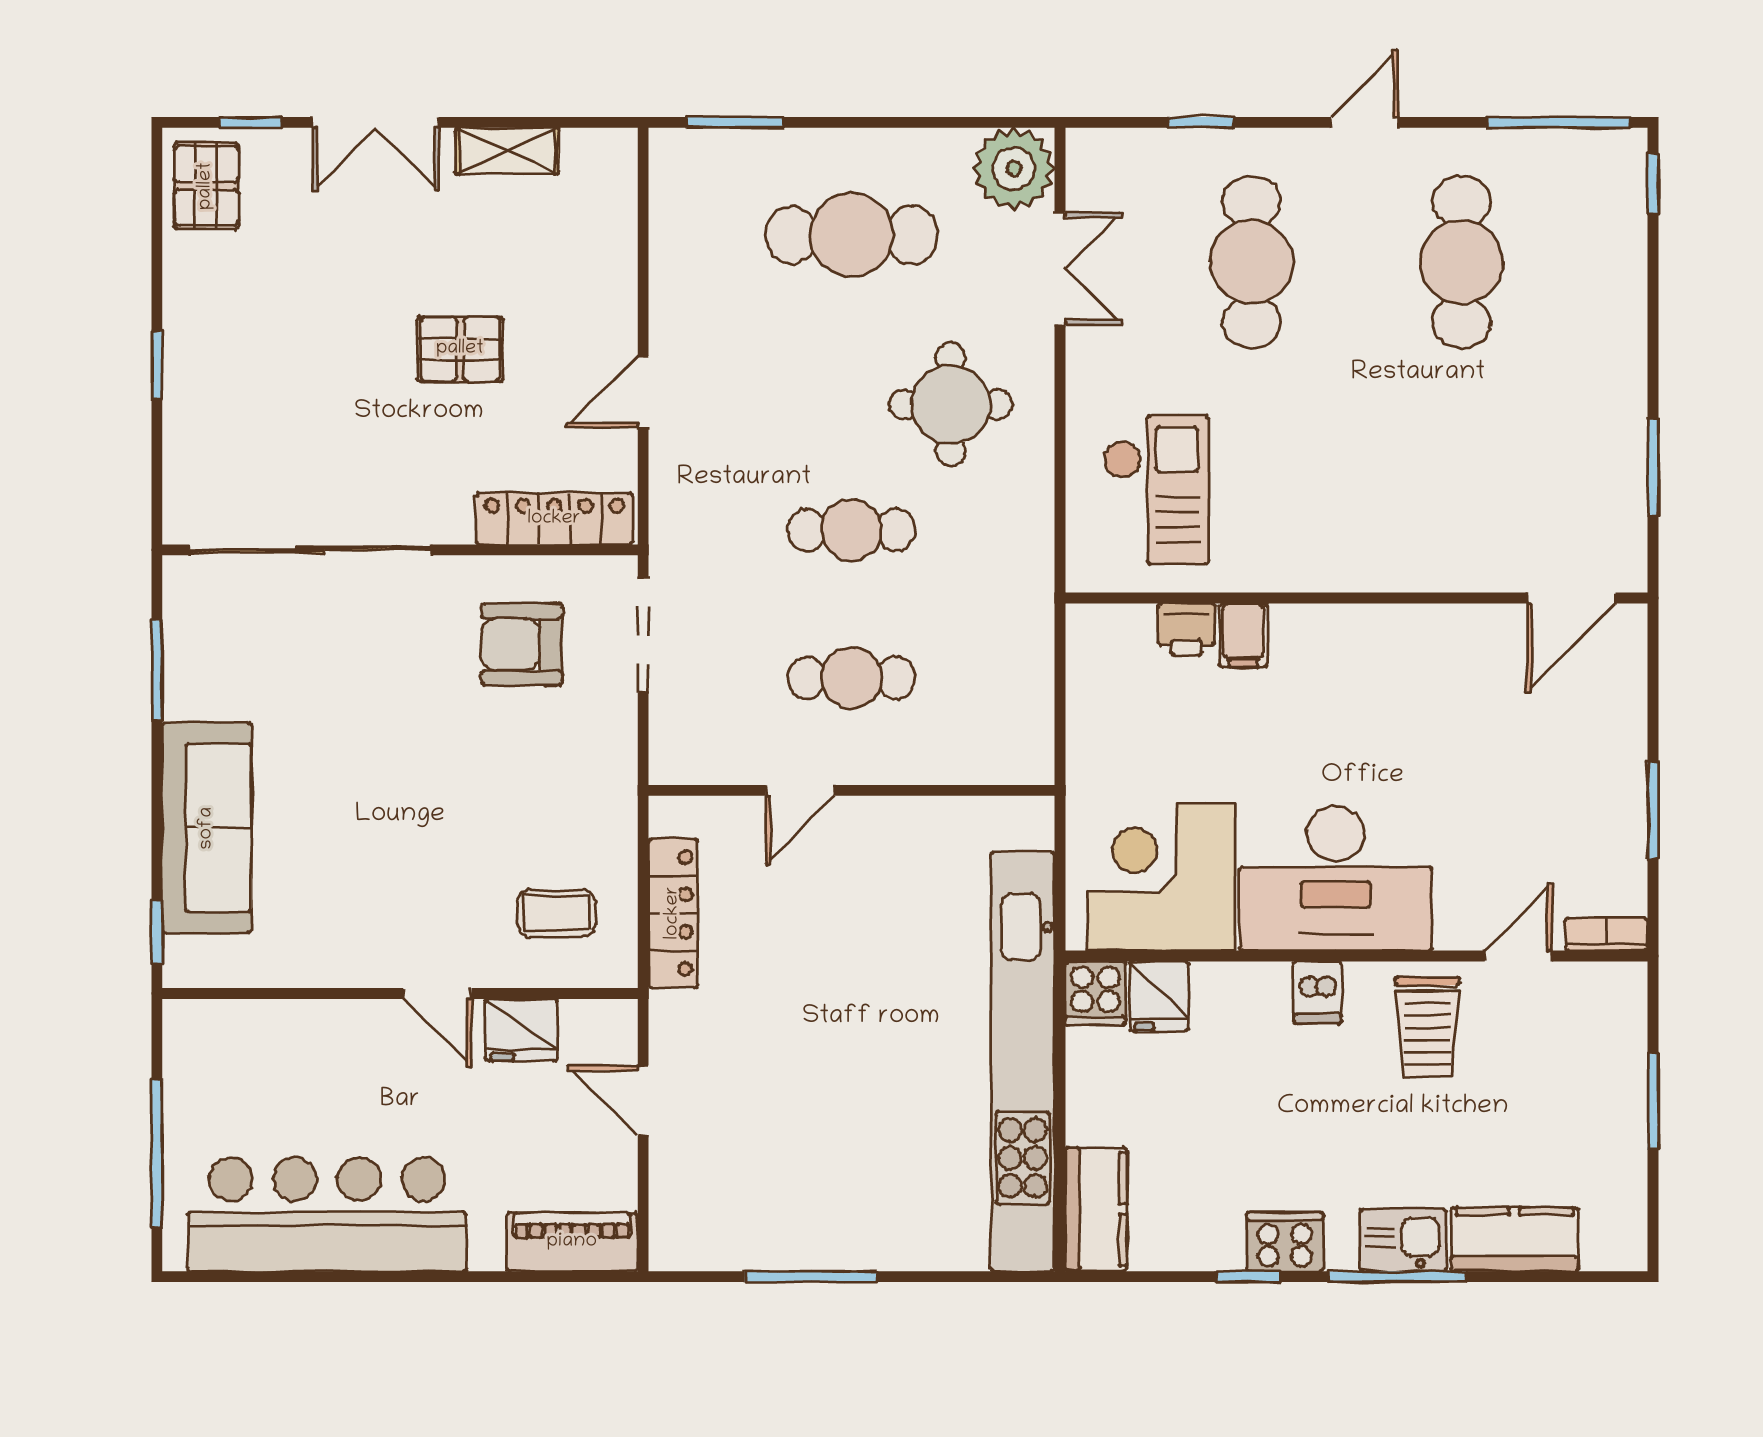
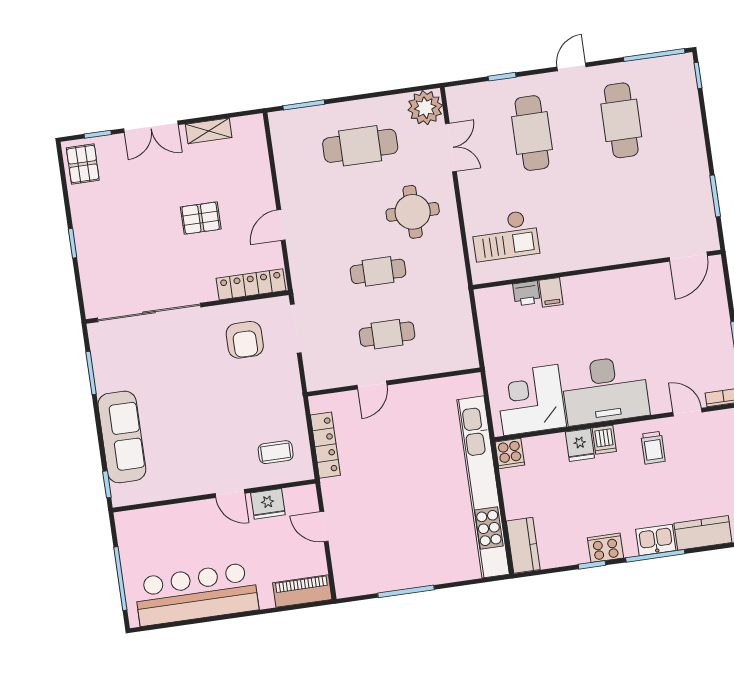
checkout: (1156, 490) -> (505, 236), turned 90
armchair: (522, 644) -> (245, 340), turned -90
door: (1518, 956) -> (687, 412), hinge flipped
fridge: (1159, 996) -> (580, 445), moved
trolley: (1427, 1027) -> (653, 448), width x0.73, depth x0.72

